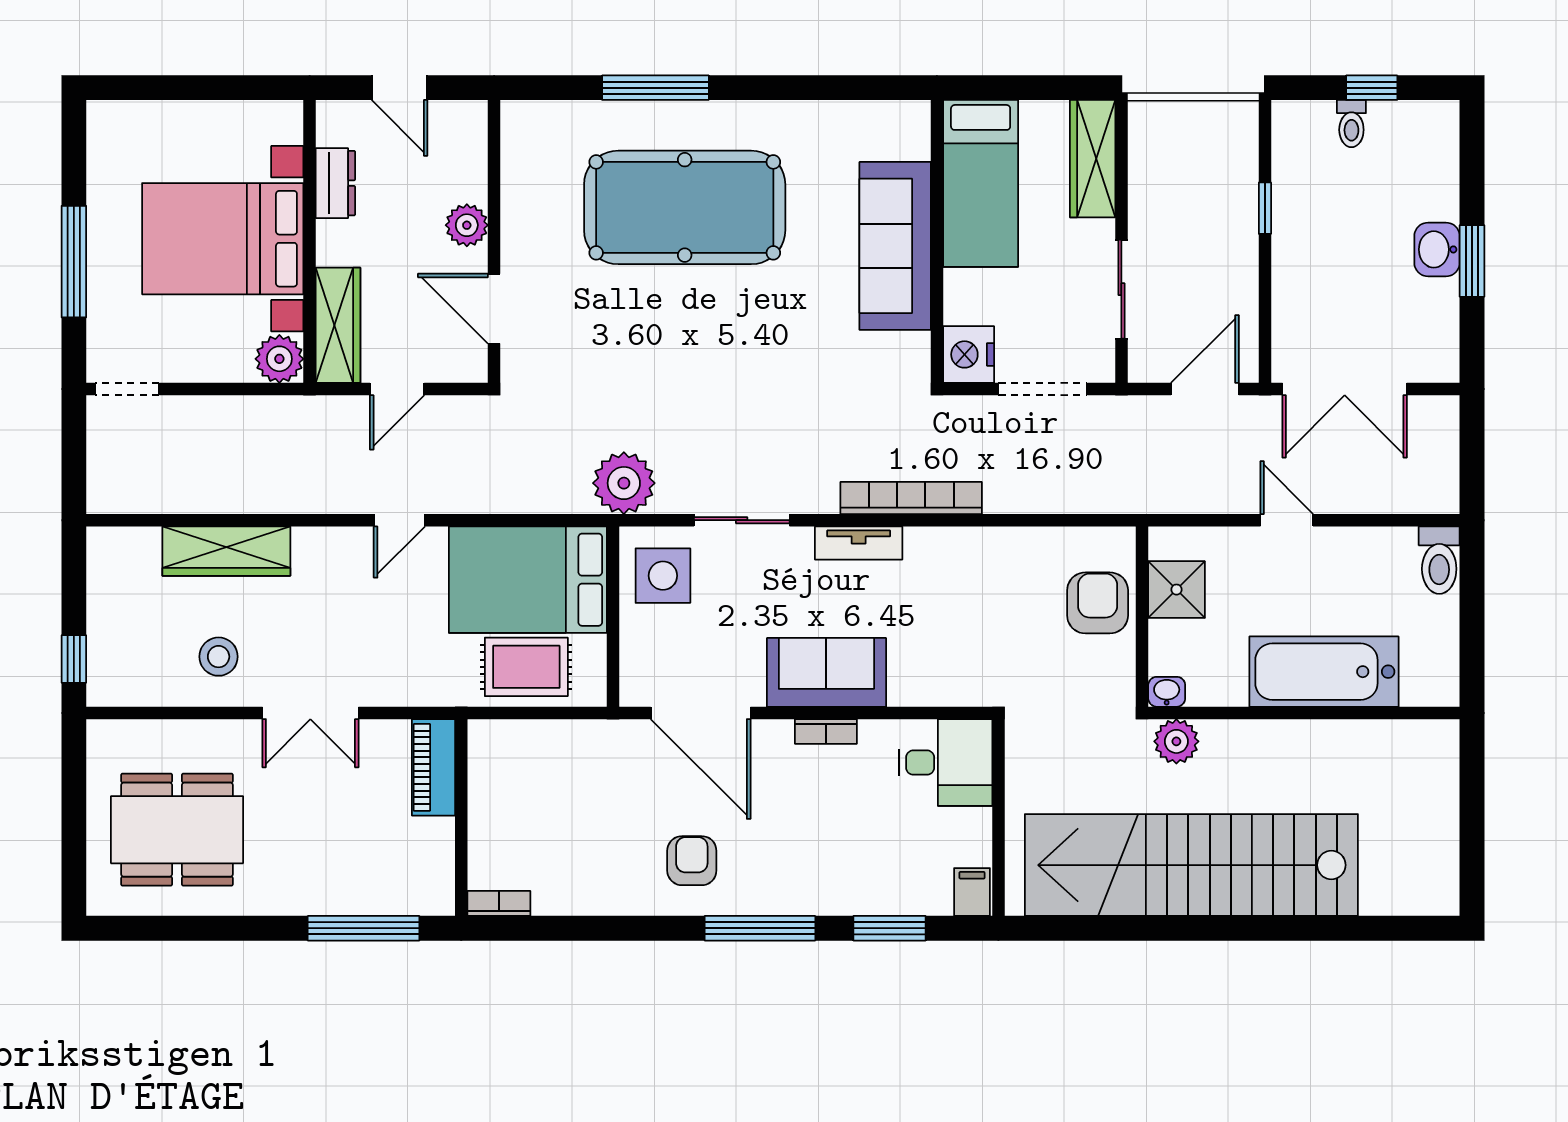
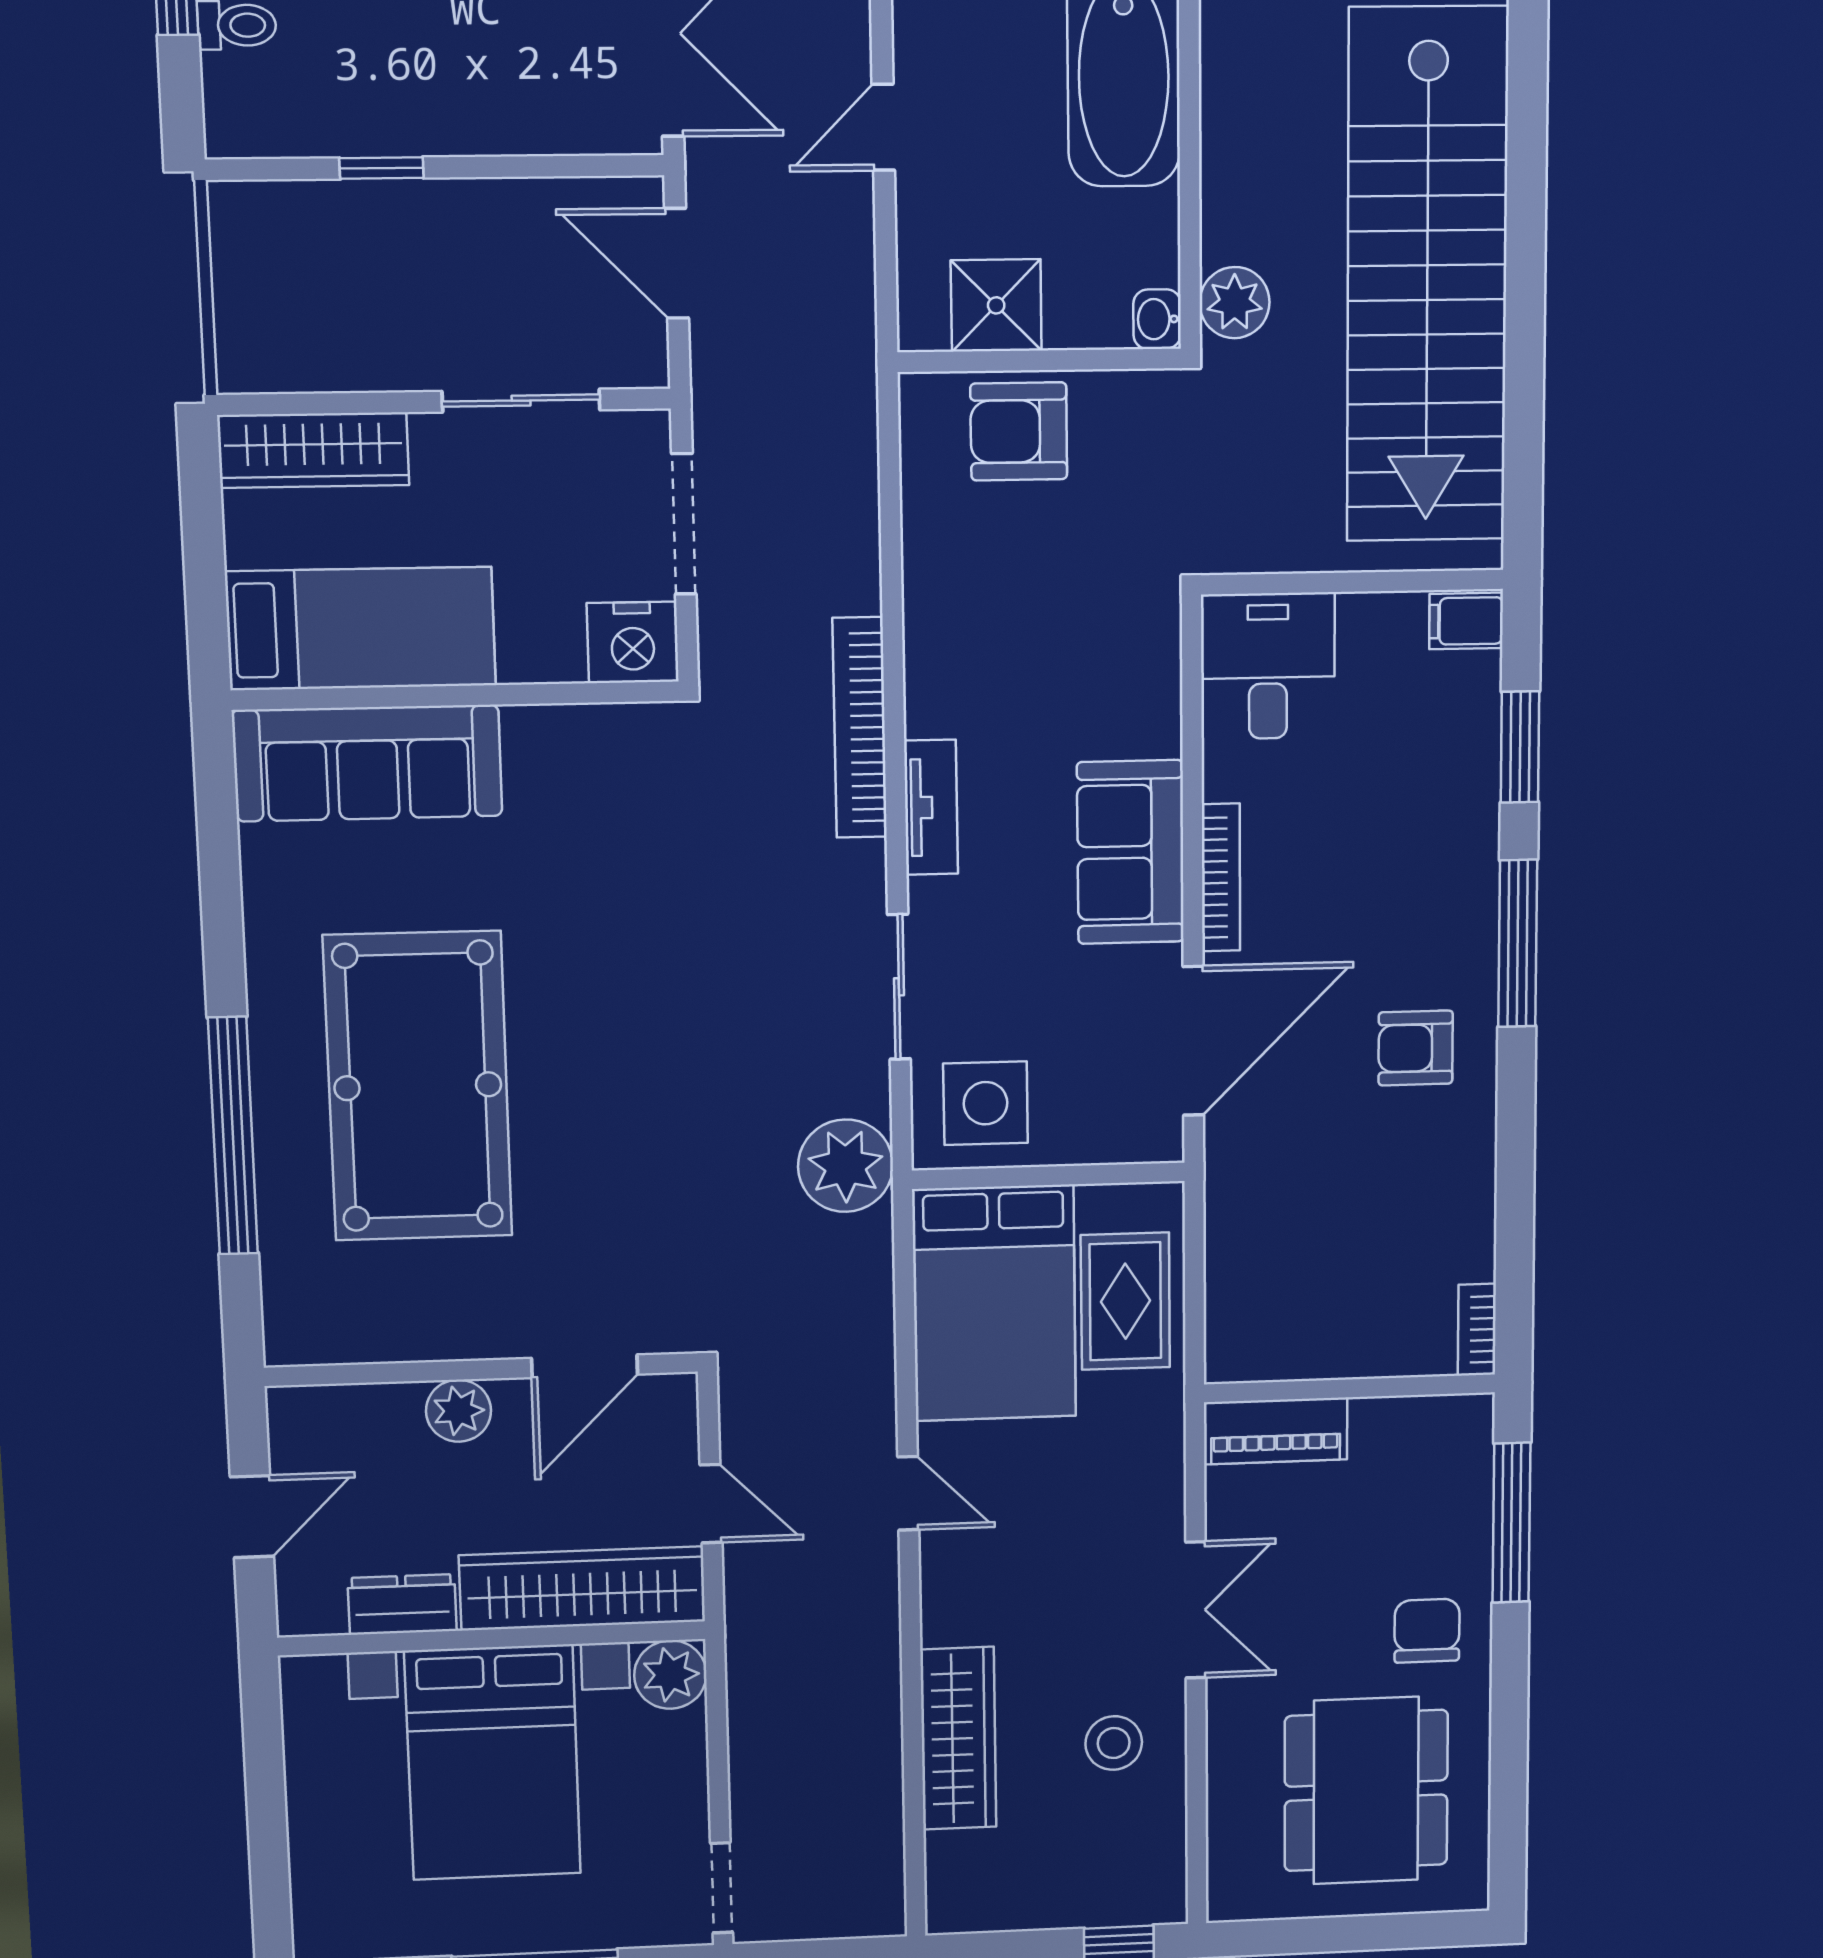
window: (655, 88) -> (233, 1136), width x1.46
sofa: (895, 246) -> (367, 763), moved
wardrobe: (338, 325) -> (582, 1588), width x1.40, depth x1.17
bookcase: (826, 731) -> (1221, 877), width x1.56
chair: (289, 871) -> (1427, 1631), added

